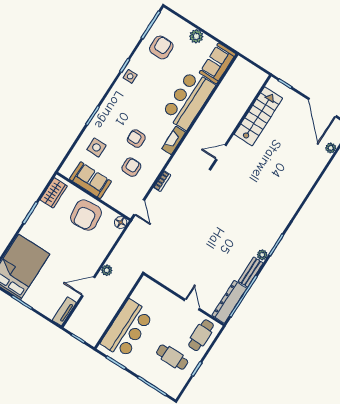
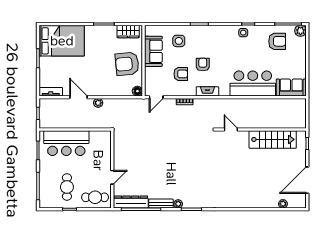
plant: (196, 36) -> (300, 31), moved
fireplace: (174, 140) -> (207, 91), moved

